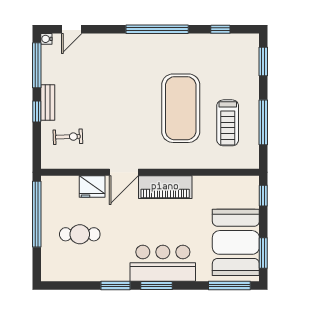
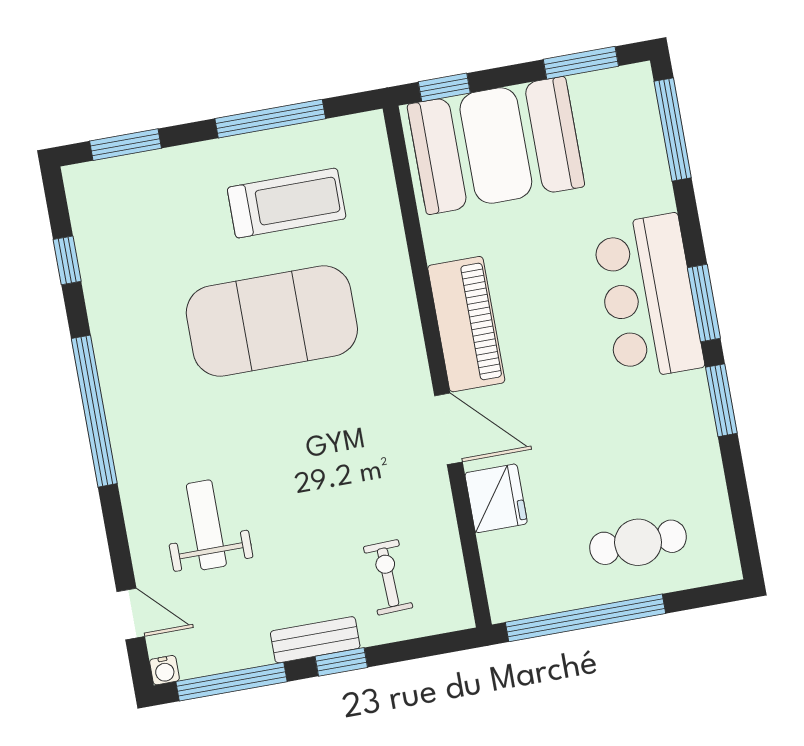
weight bench: (103, 67) -> (206, 525), added
cafe table: (80, 234) -> (638, 542), moved, turned 90
booth: (236, 242) -> (496, 145), moved

